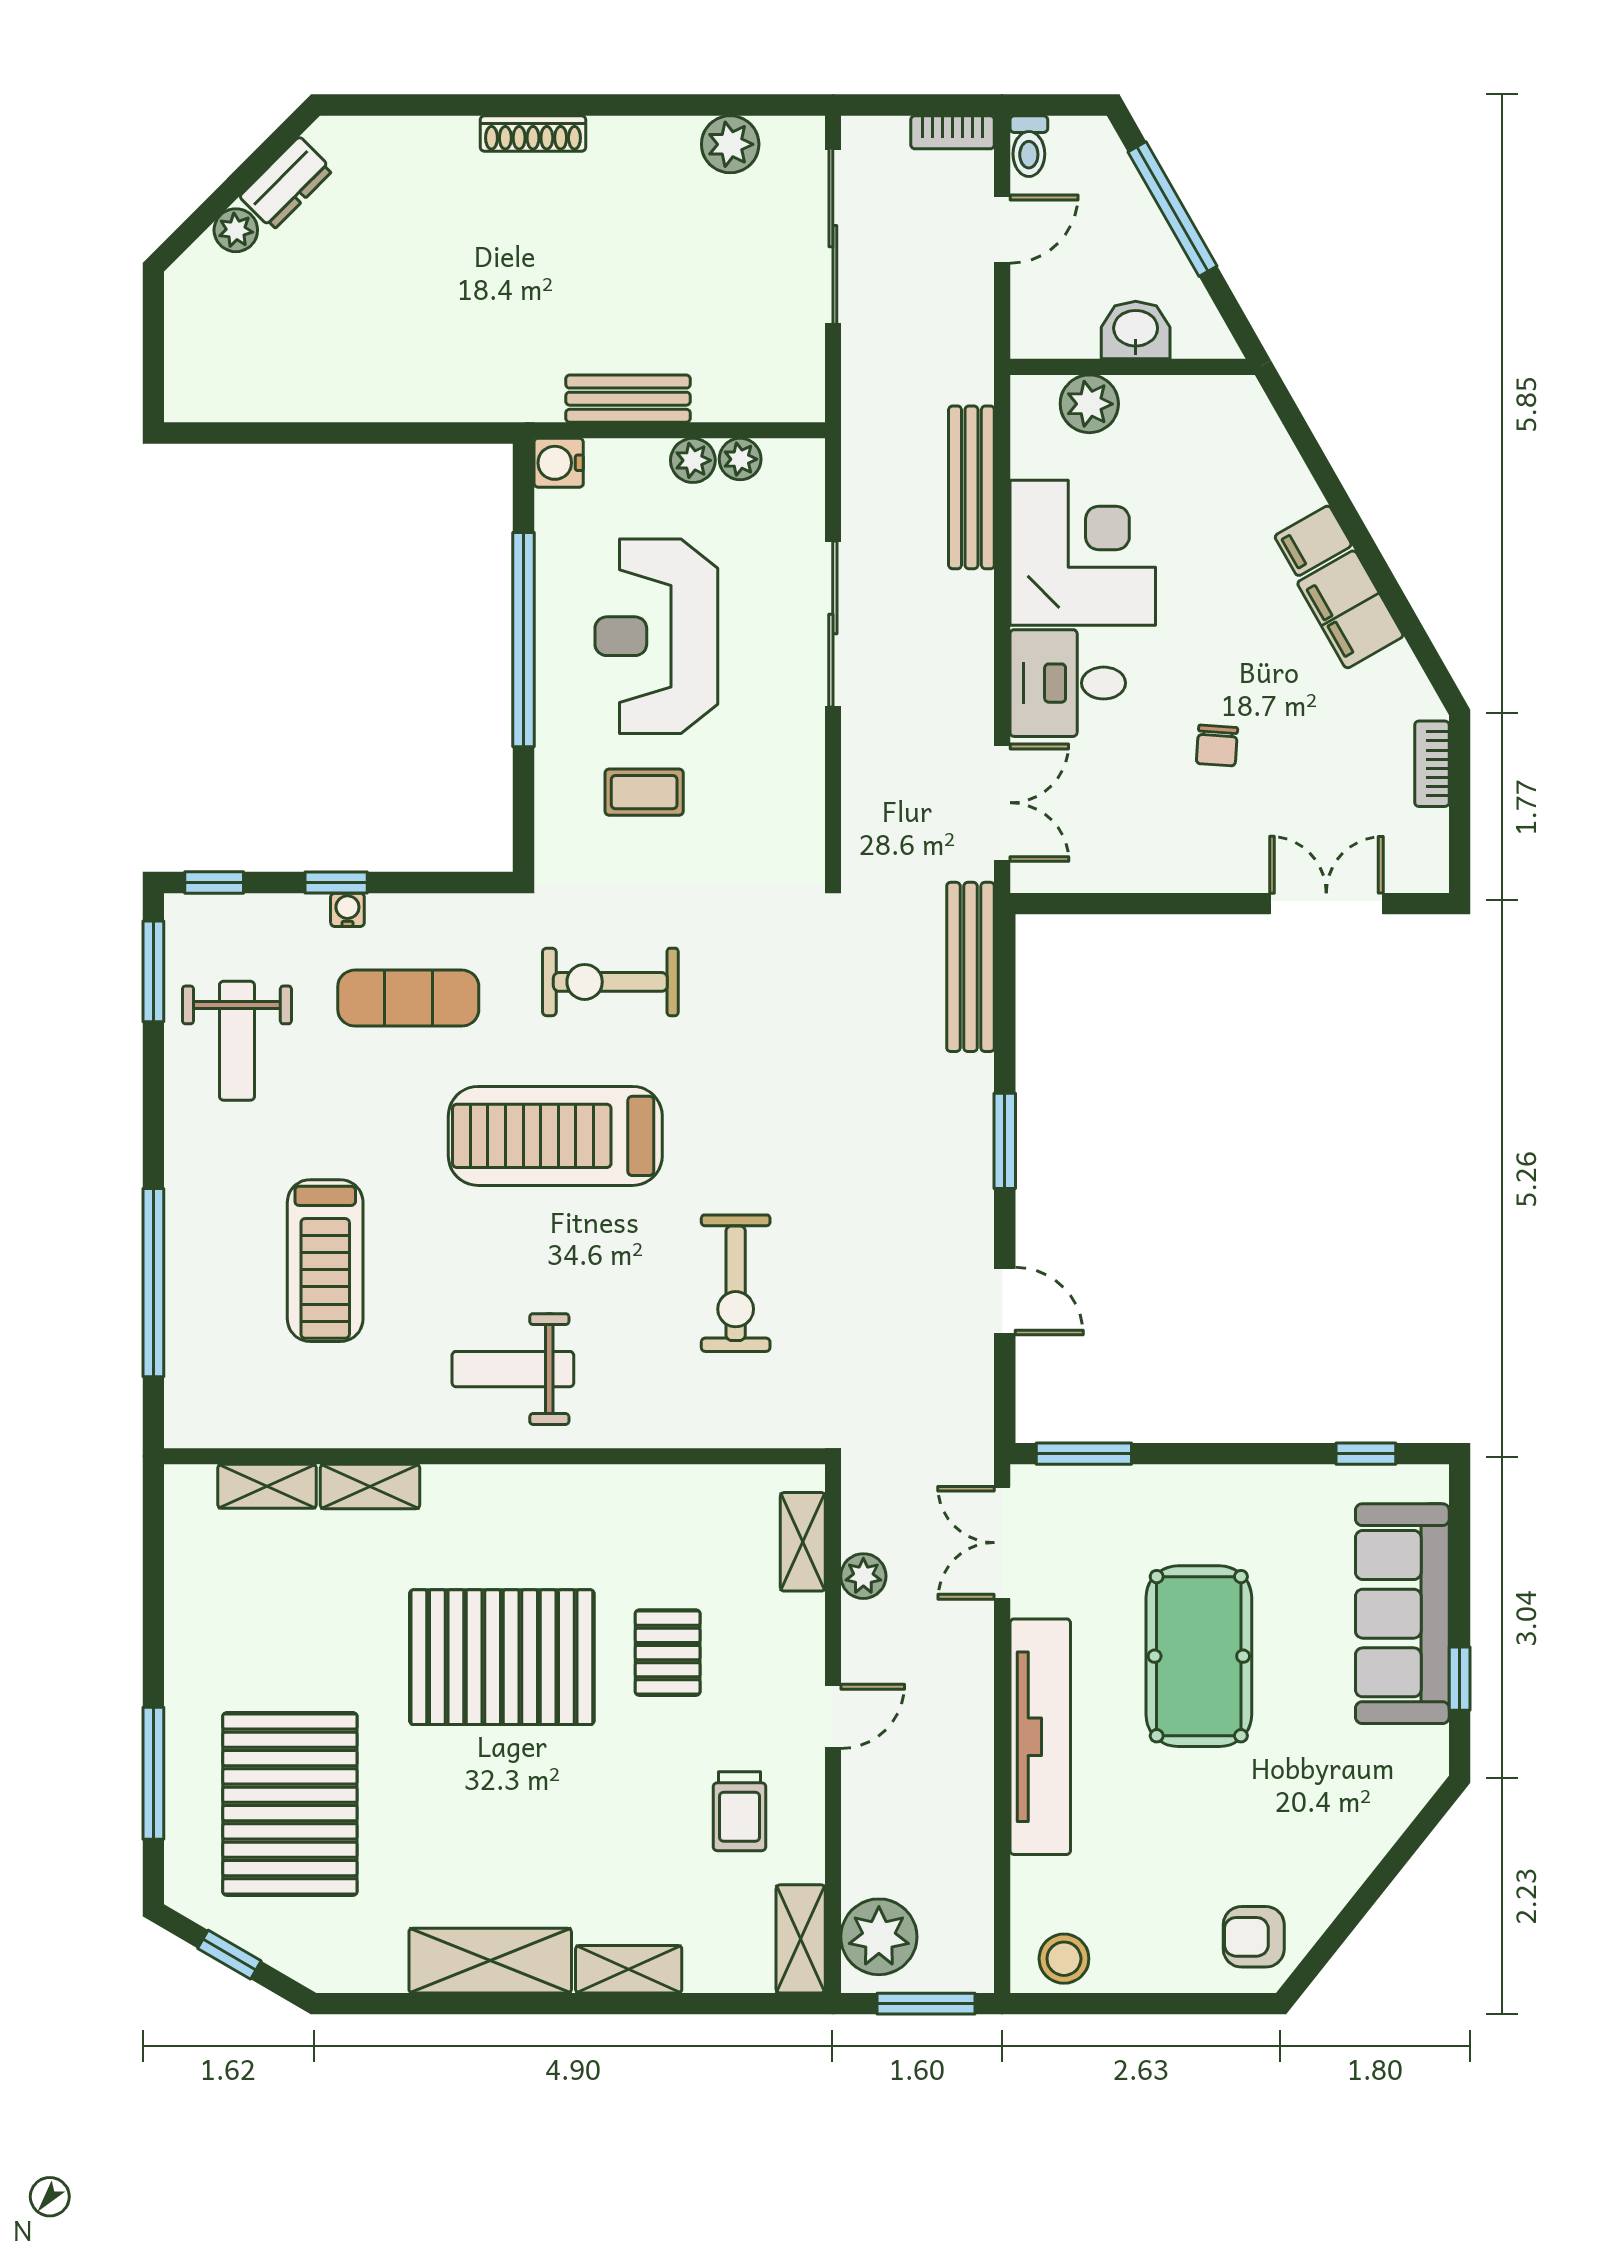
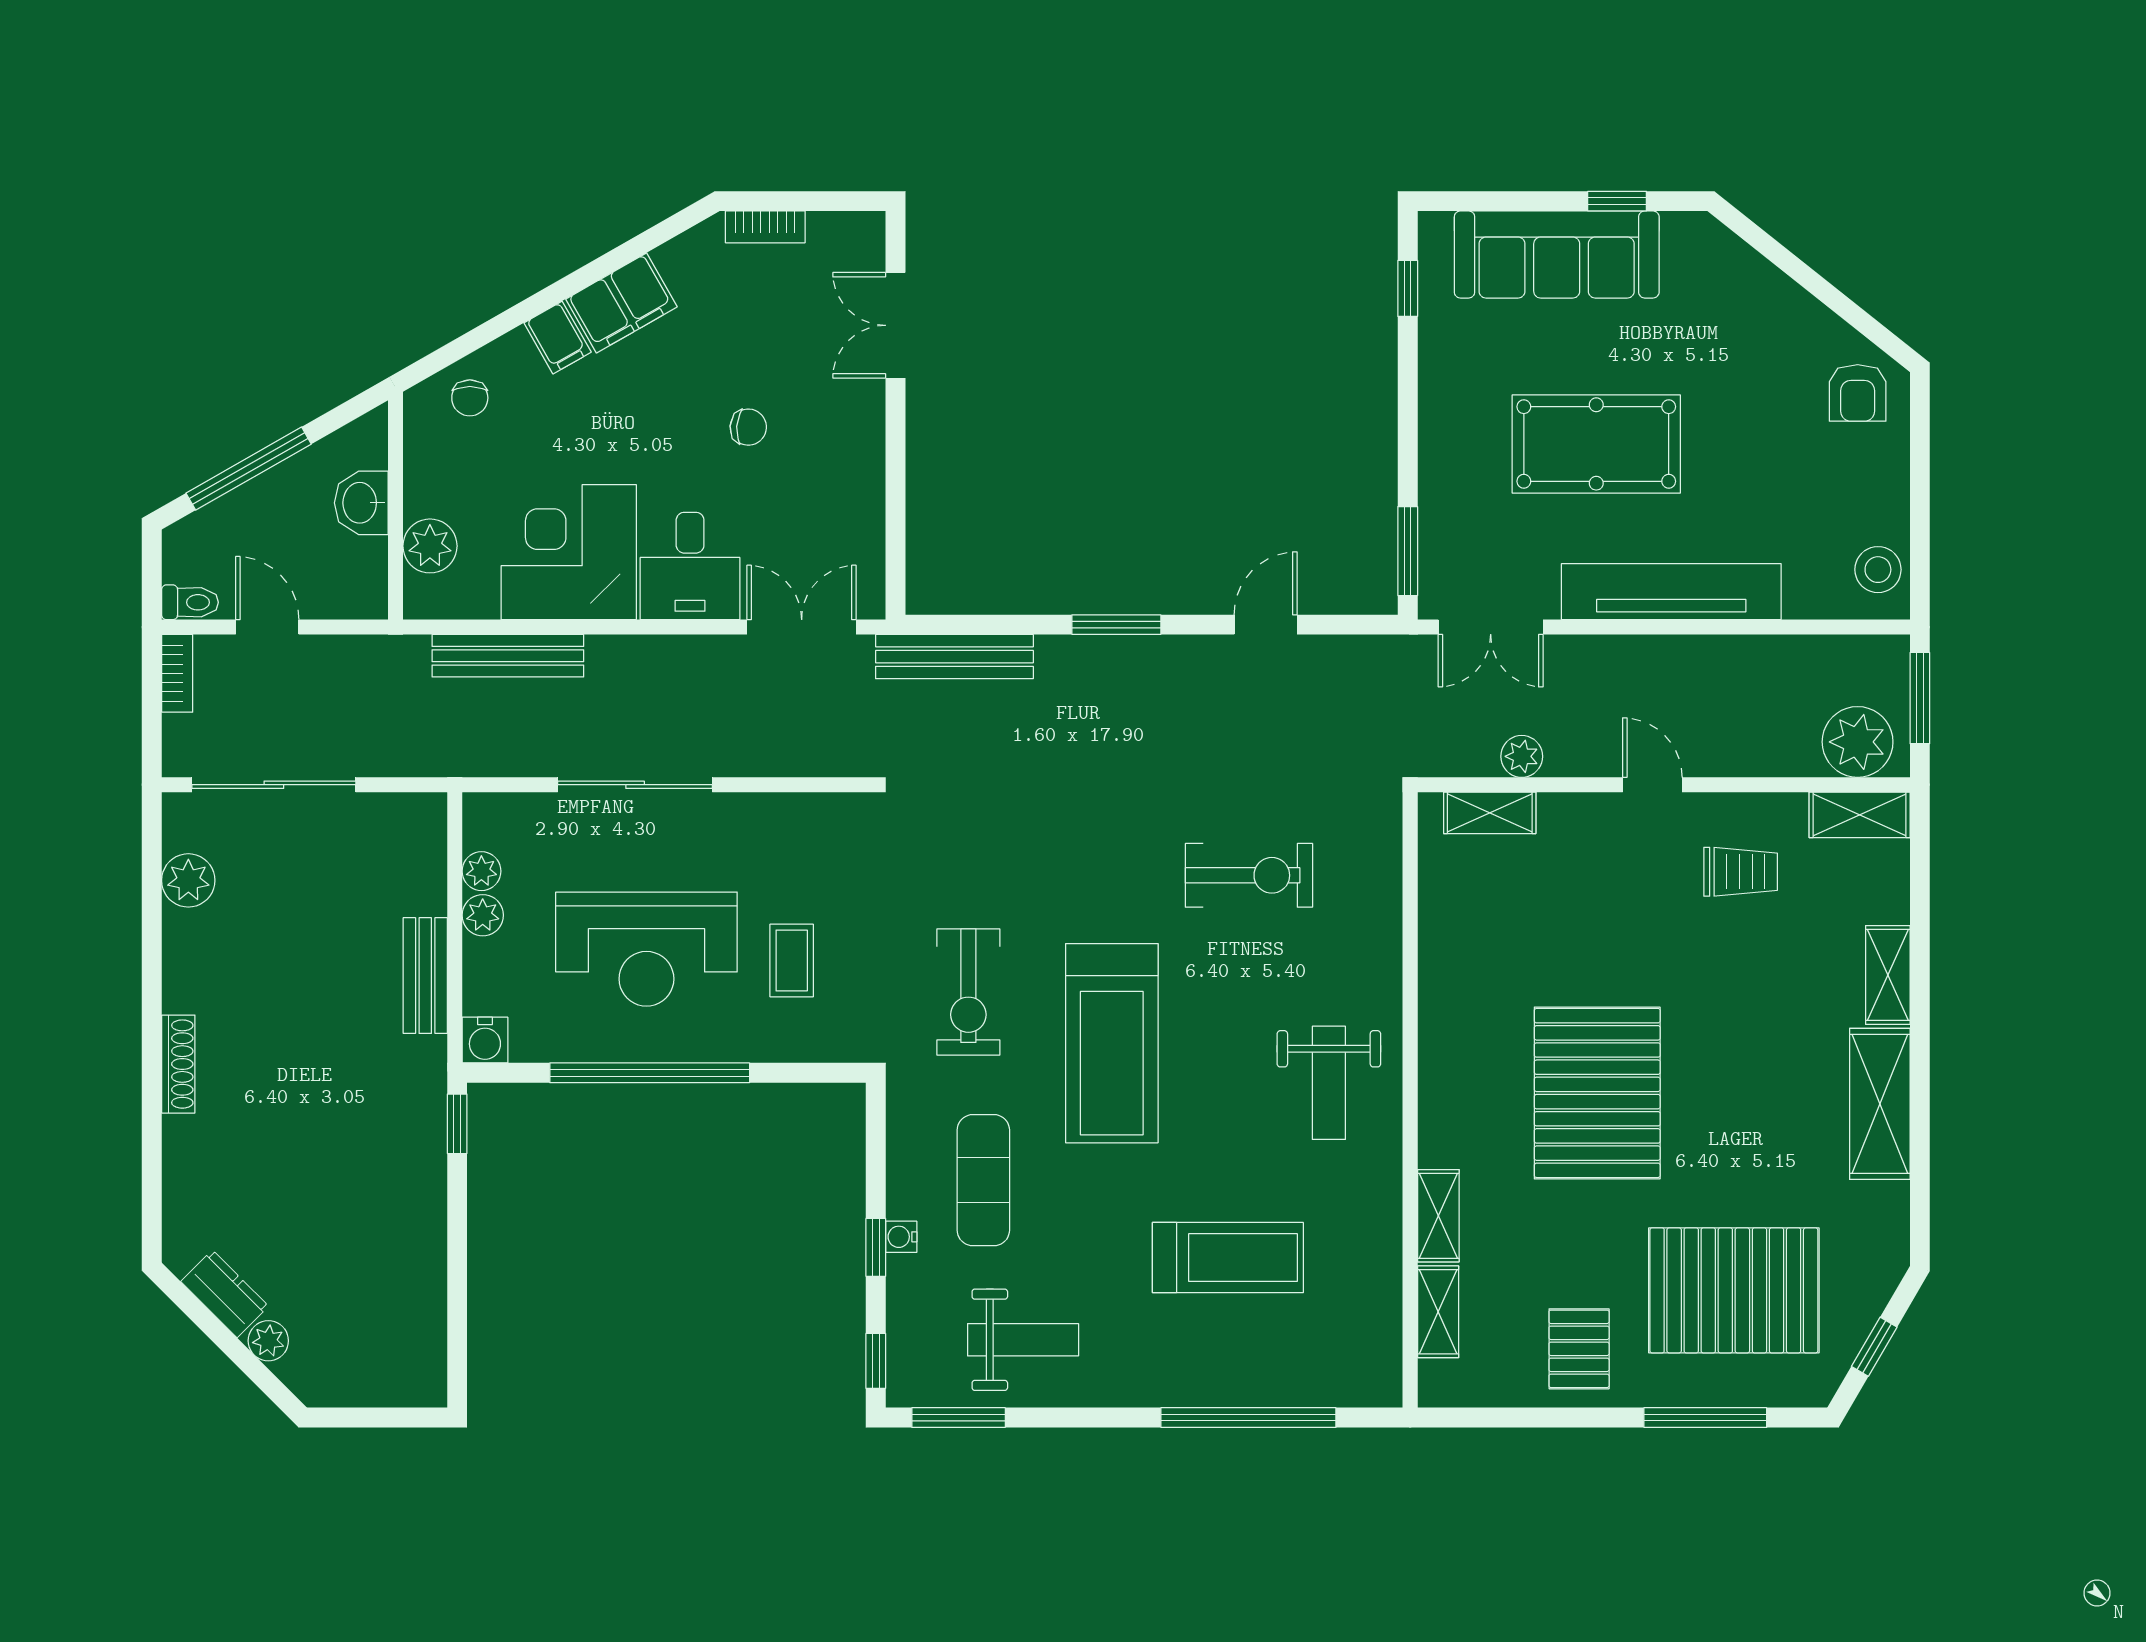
window: (469, 433) -> (457, 1124), added
chair: (1248, 446) -> (470, 398), added
pallet: (668, 1653) -> (1579, 1349), moved, turned 90

